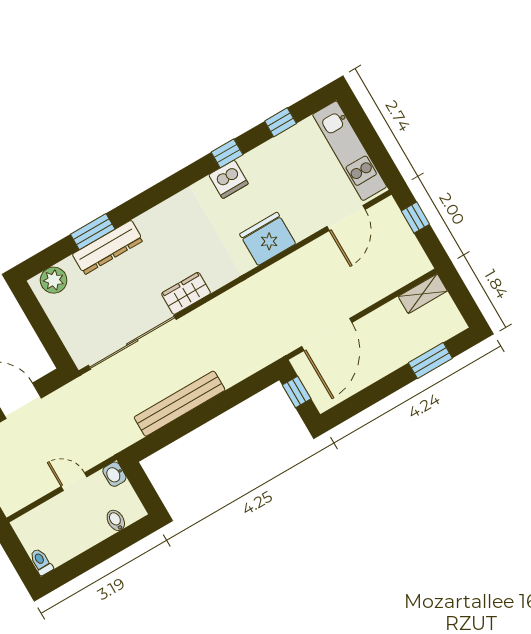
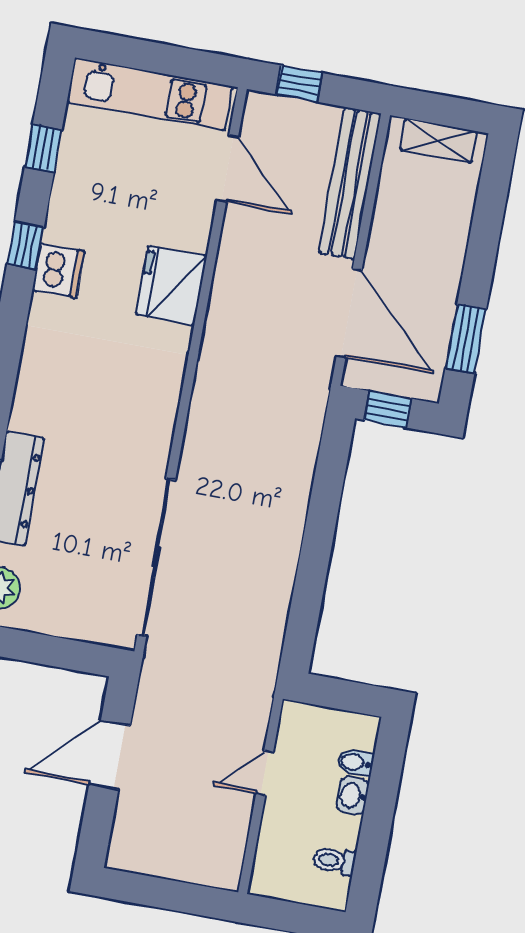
wardrobe: (186, 293) -> (153, 441), removed
shelving: (423, 294) -> (439, 141), moved, turned 90
window: (430, 361) -> (466, 339), moved
bench: (180, 404) -> (350, 183), moved
washbasin: (114, 474) -> (352, 795), moved, turned 90
toilet: (41, 562) -> (334, 861), moved

